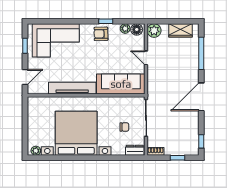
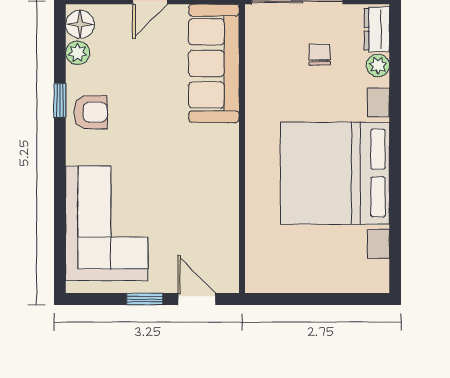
armchair: (101, 34) -> (91, 112), turned -89
window: (25, 46) -> (145, 299), moved
tv unit: (72, 88) -> (224, 183), removed
plant: (36, 151) -> (378, 65), moved

